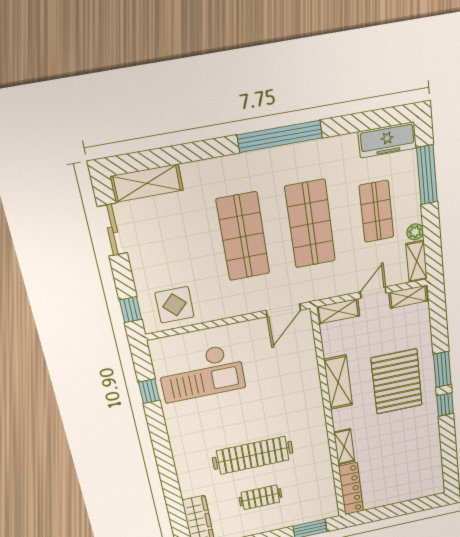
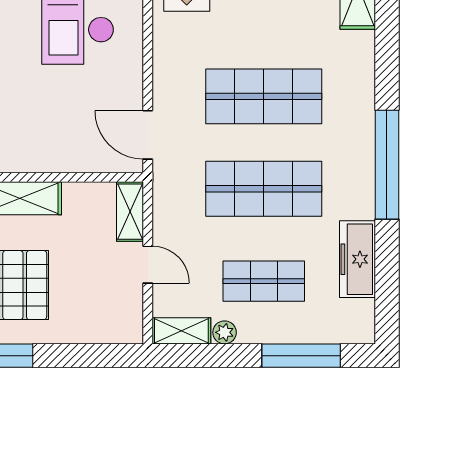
freezer: (387, 140) -> (357, 259), moved
shelving: (408, 297) -> (131, 314), removed

